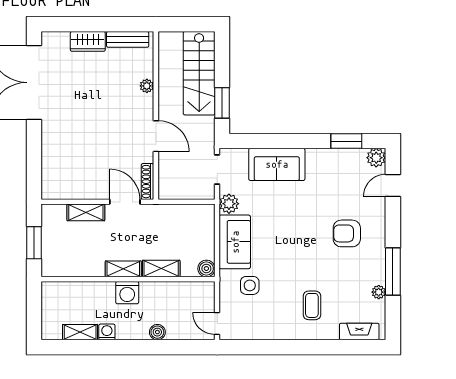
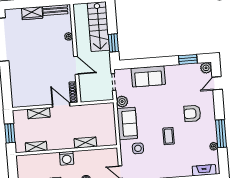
shelving: (123, 269) -> (36, 147), moved
boiler: (206, 269) -> (112, 140), removed
coffee table: (312, 305) -> (169, 136), moved

